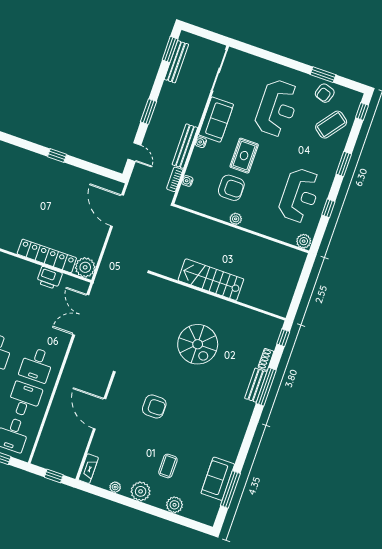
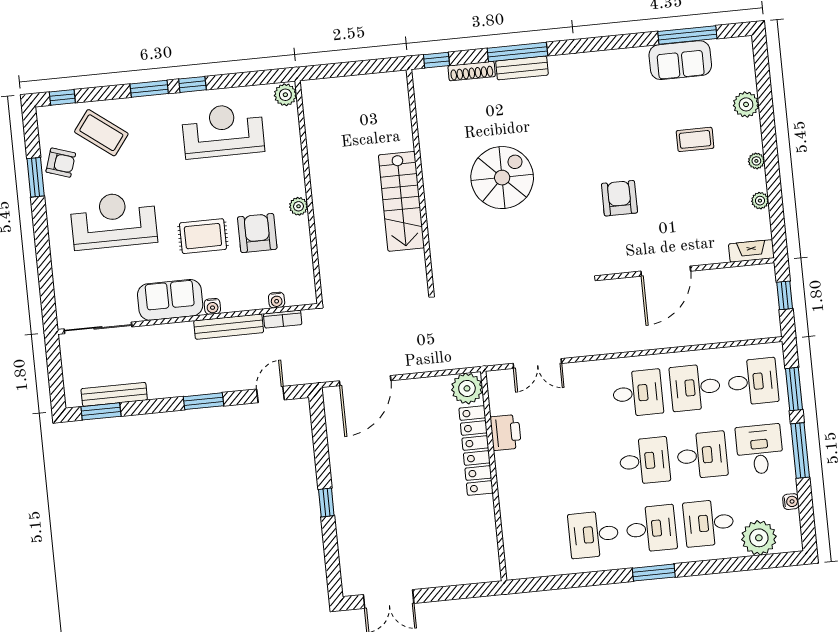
window: (328, 208) -> (192, 84), moved
double door: (81, 315) -> (537, 363), width x0.73
shoe rack: (266, 359) -> (472, 71), width x1.43
plant: (141, 491) -> (756, 161), width x0.53, depth x0.53

